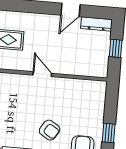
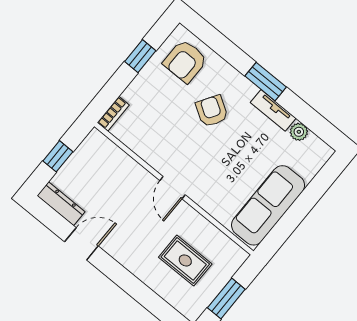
bookcase: (102, 92) -> (113, 114), added

